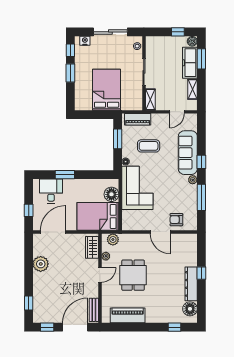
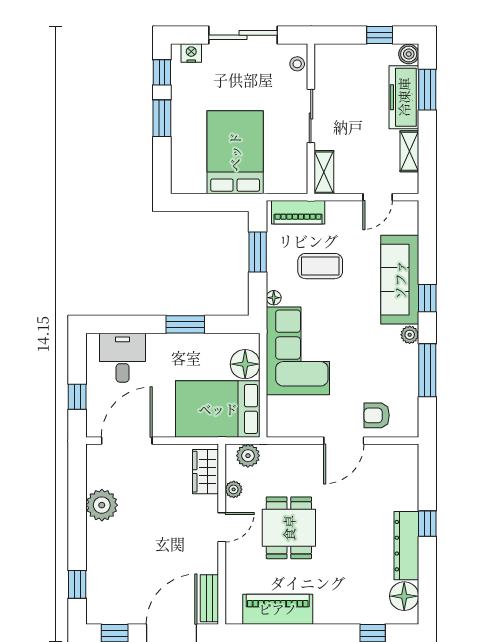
window: (65, 175) -> (185, 324), moved
door: (160, 232) -> (344, 441), hinge flipped

